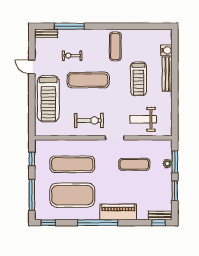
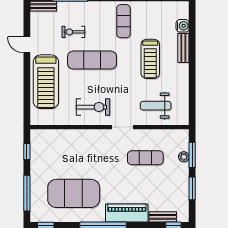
bench: (167, 74) -> (183, 48), width x0.73
exercise mat: (72, 164) -> (74, 158), removed
bench: (160, 215) -> (163, 217), moved

